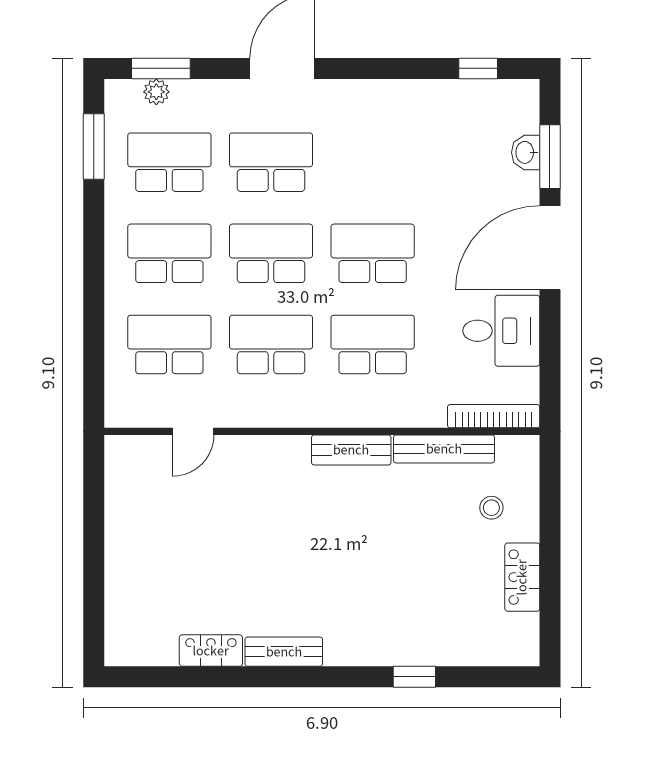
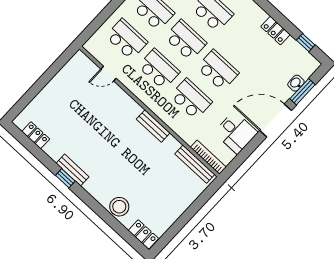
locker: (408, 96) -> (275, 31), added
bench: (444, 449) -> (195, 164), moved
stool: (491, 508) -> (119, 207), moved, width x1.89, depth x1.89
locker: (522, 577) -> (143, 234), moved, turned 90
locker: (211, 651) -> (36, 135), moved
window: (414, 677) -> (65, 178), moved

